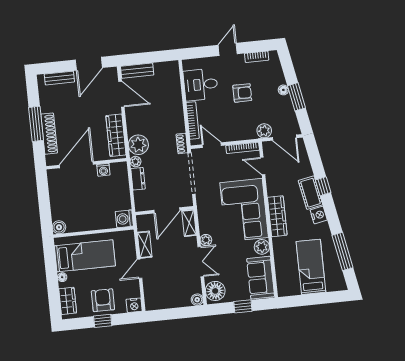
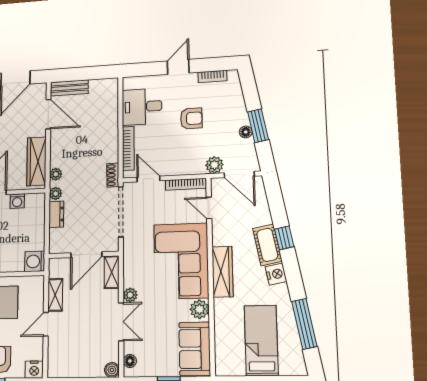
floor lamp: (283, 90) -> (246, 132), moved
plant: (138, 145) -> (56, 174), width x0.53, depth x0.53
floor lamp: (215, 291) -> (130, 361), width x0.53, depth x0.53

